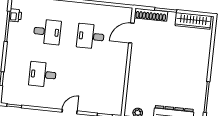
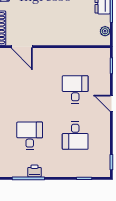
printer: (15, 15) -> (34, 171), moved
desk: (91, 36) -> (75, 89), moved, turned 180

